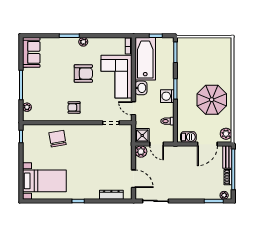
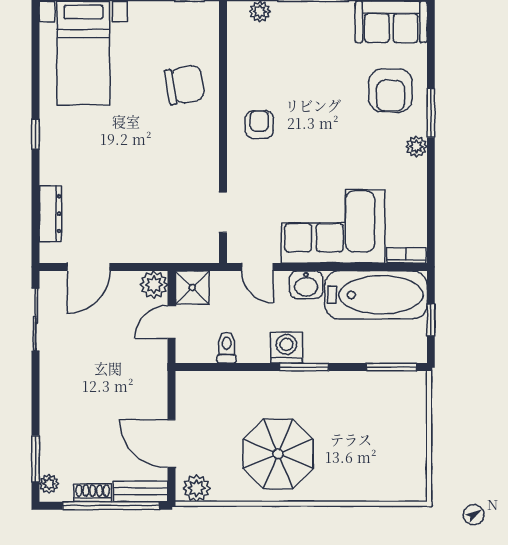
armchair: (83, 74) -> (391, 90), moved
door: (134, 108) -> (257, 267), swing flipped
barbecue: (188, 137) -> (189, 398), removed

